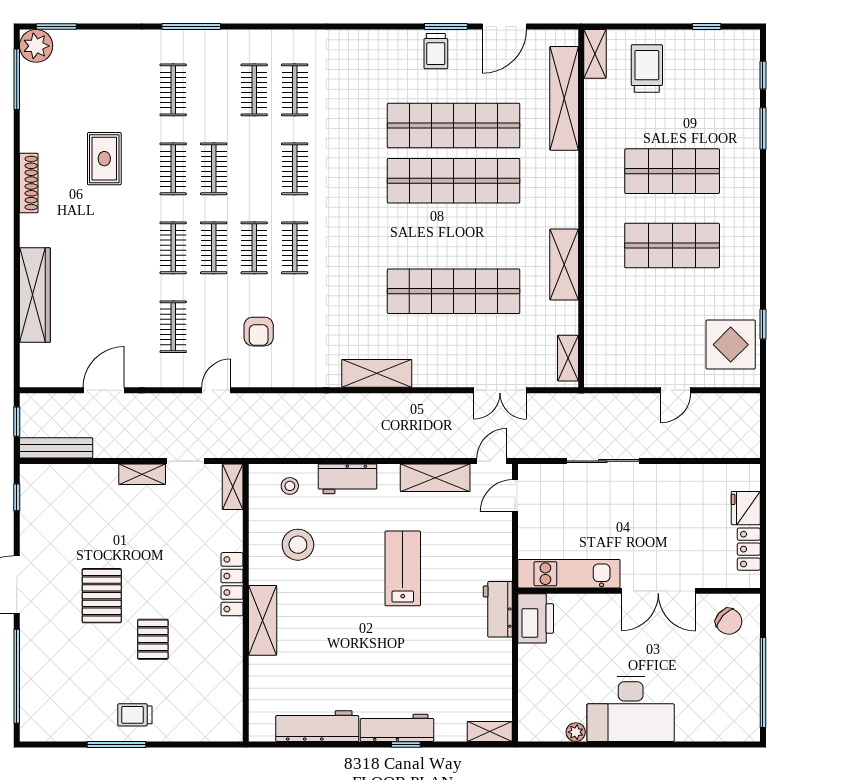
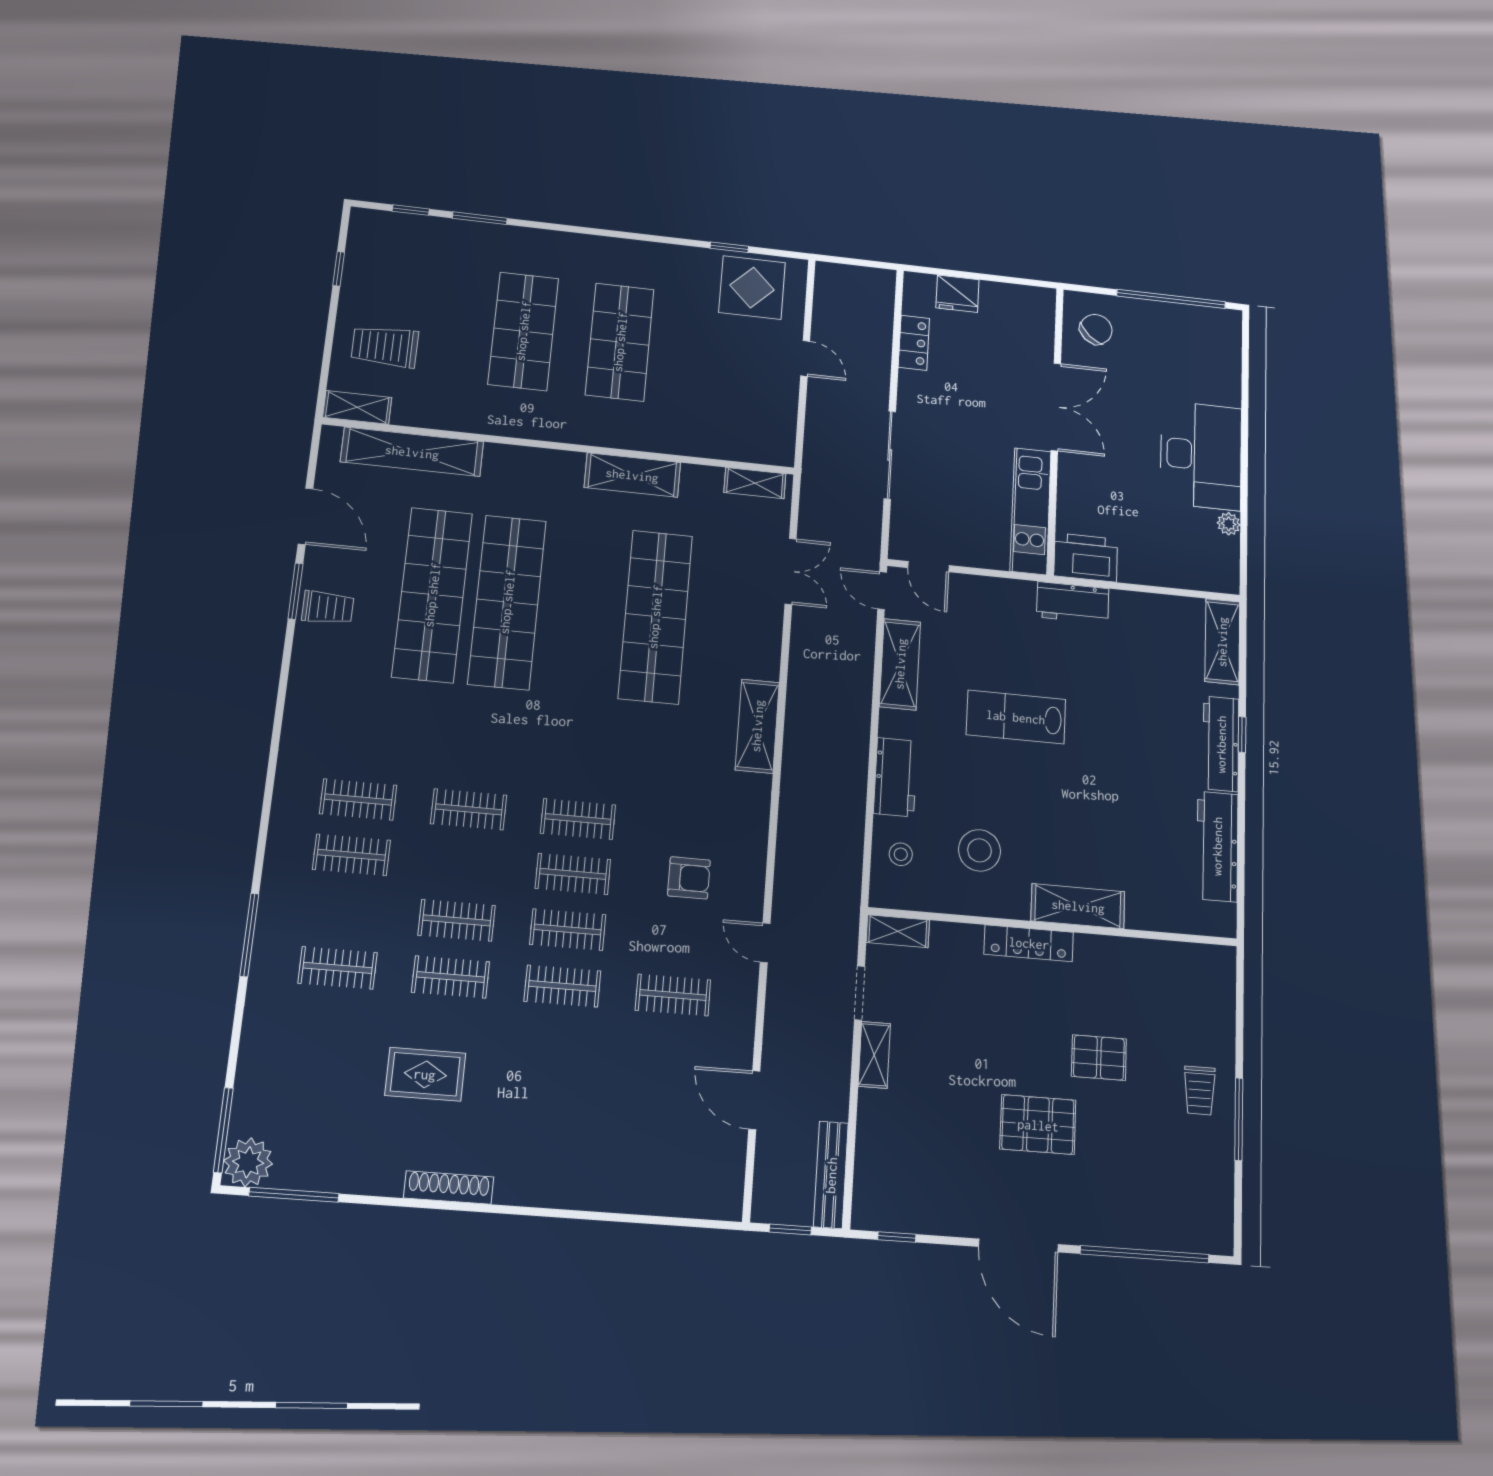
window: (56, 26) -> (223, 1130), width x1.44
wardrobe: (35, 295) -> (612, 1190), removed
locker: (749, 549) -> (914, 343), moved, turned -90
shelving: (490, 732) -> (1222, 642), width x1.50, depth x1.33

